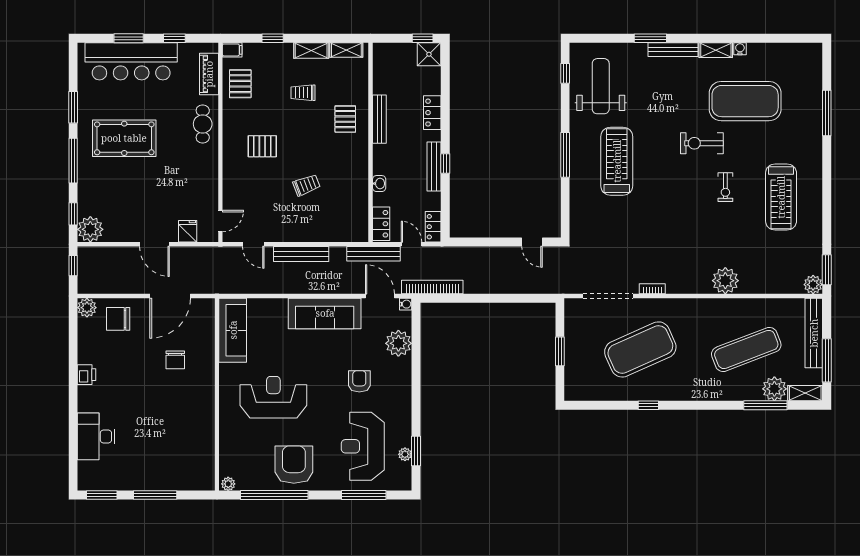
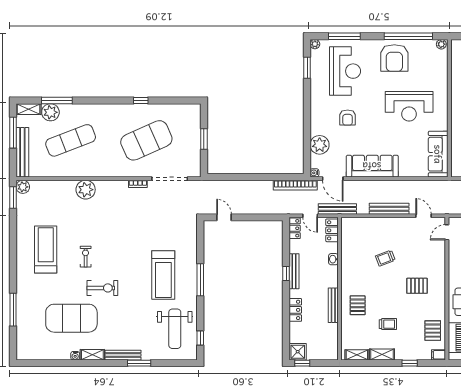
plant: (405, 454) -> (315, 44), moved

